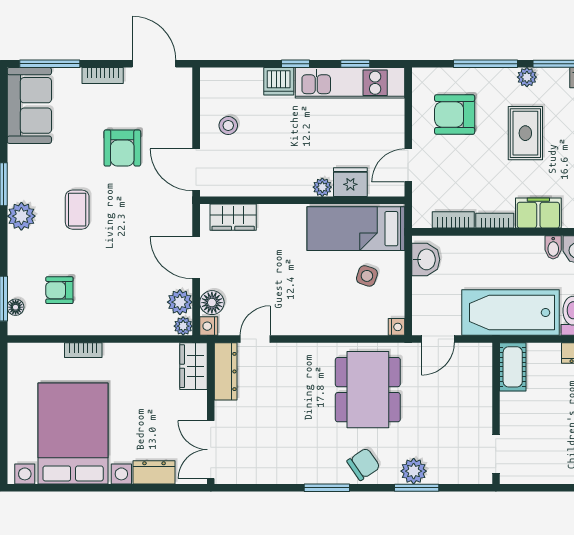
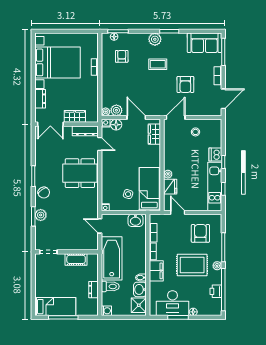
rug: (525, 133) -> (192, 265), width x1.36, depth x1.43
armchair: (122, 148) -> (185, 84), turned -90
door: (196, 258) -> (136, 118), hinge flipped
wardrobe: (194, 366) -> (75, 116), moved
cot: (513, 367) -> (76, 259), moved
dining table: (368, 390) -> (80, 173), moved
double door: (211, 450) -> (50, 124), swing flipped

